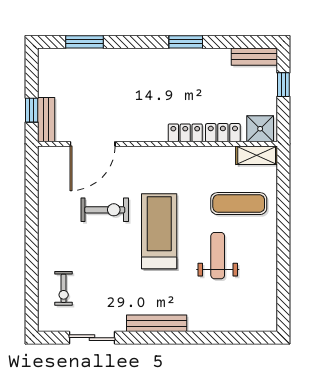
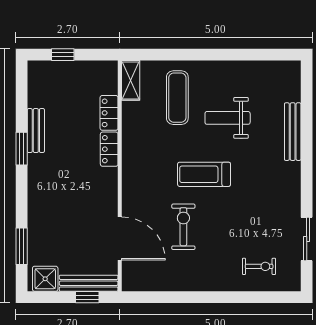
bench: (254, 57) -> (36, 131), moved
bench: (46, 120) -> (89, 283), width x1.36
shower: (260, 129) -> (45, 279), moved
treadmill: (159, 231) -> (204, 174), width x0.73, depth x0.73
bench: (157, 323) -> (293, 132), moved

